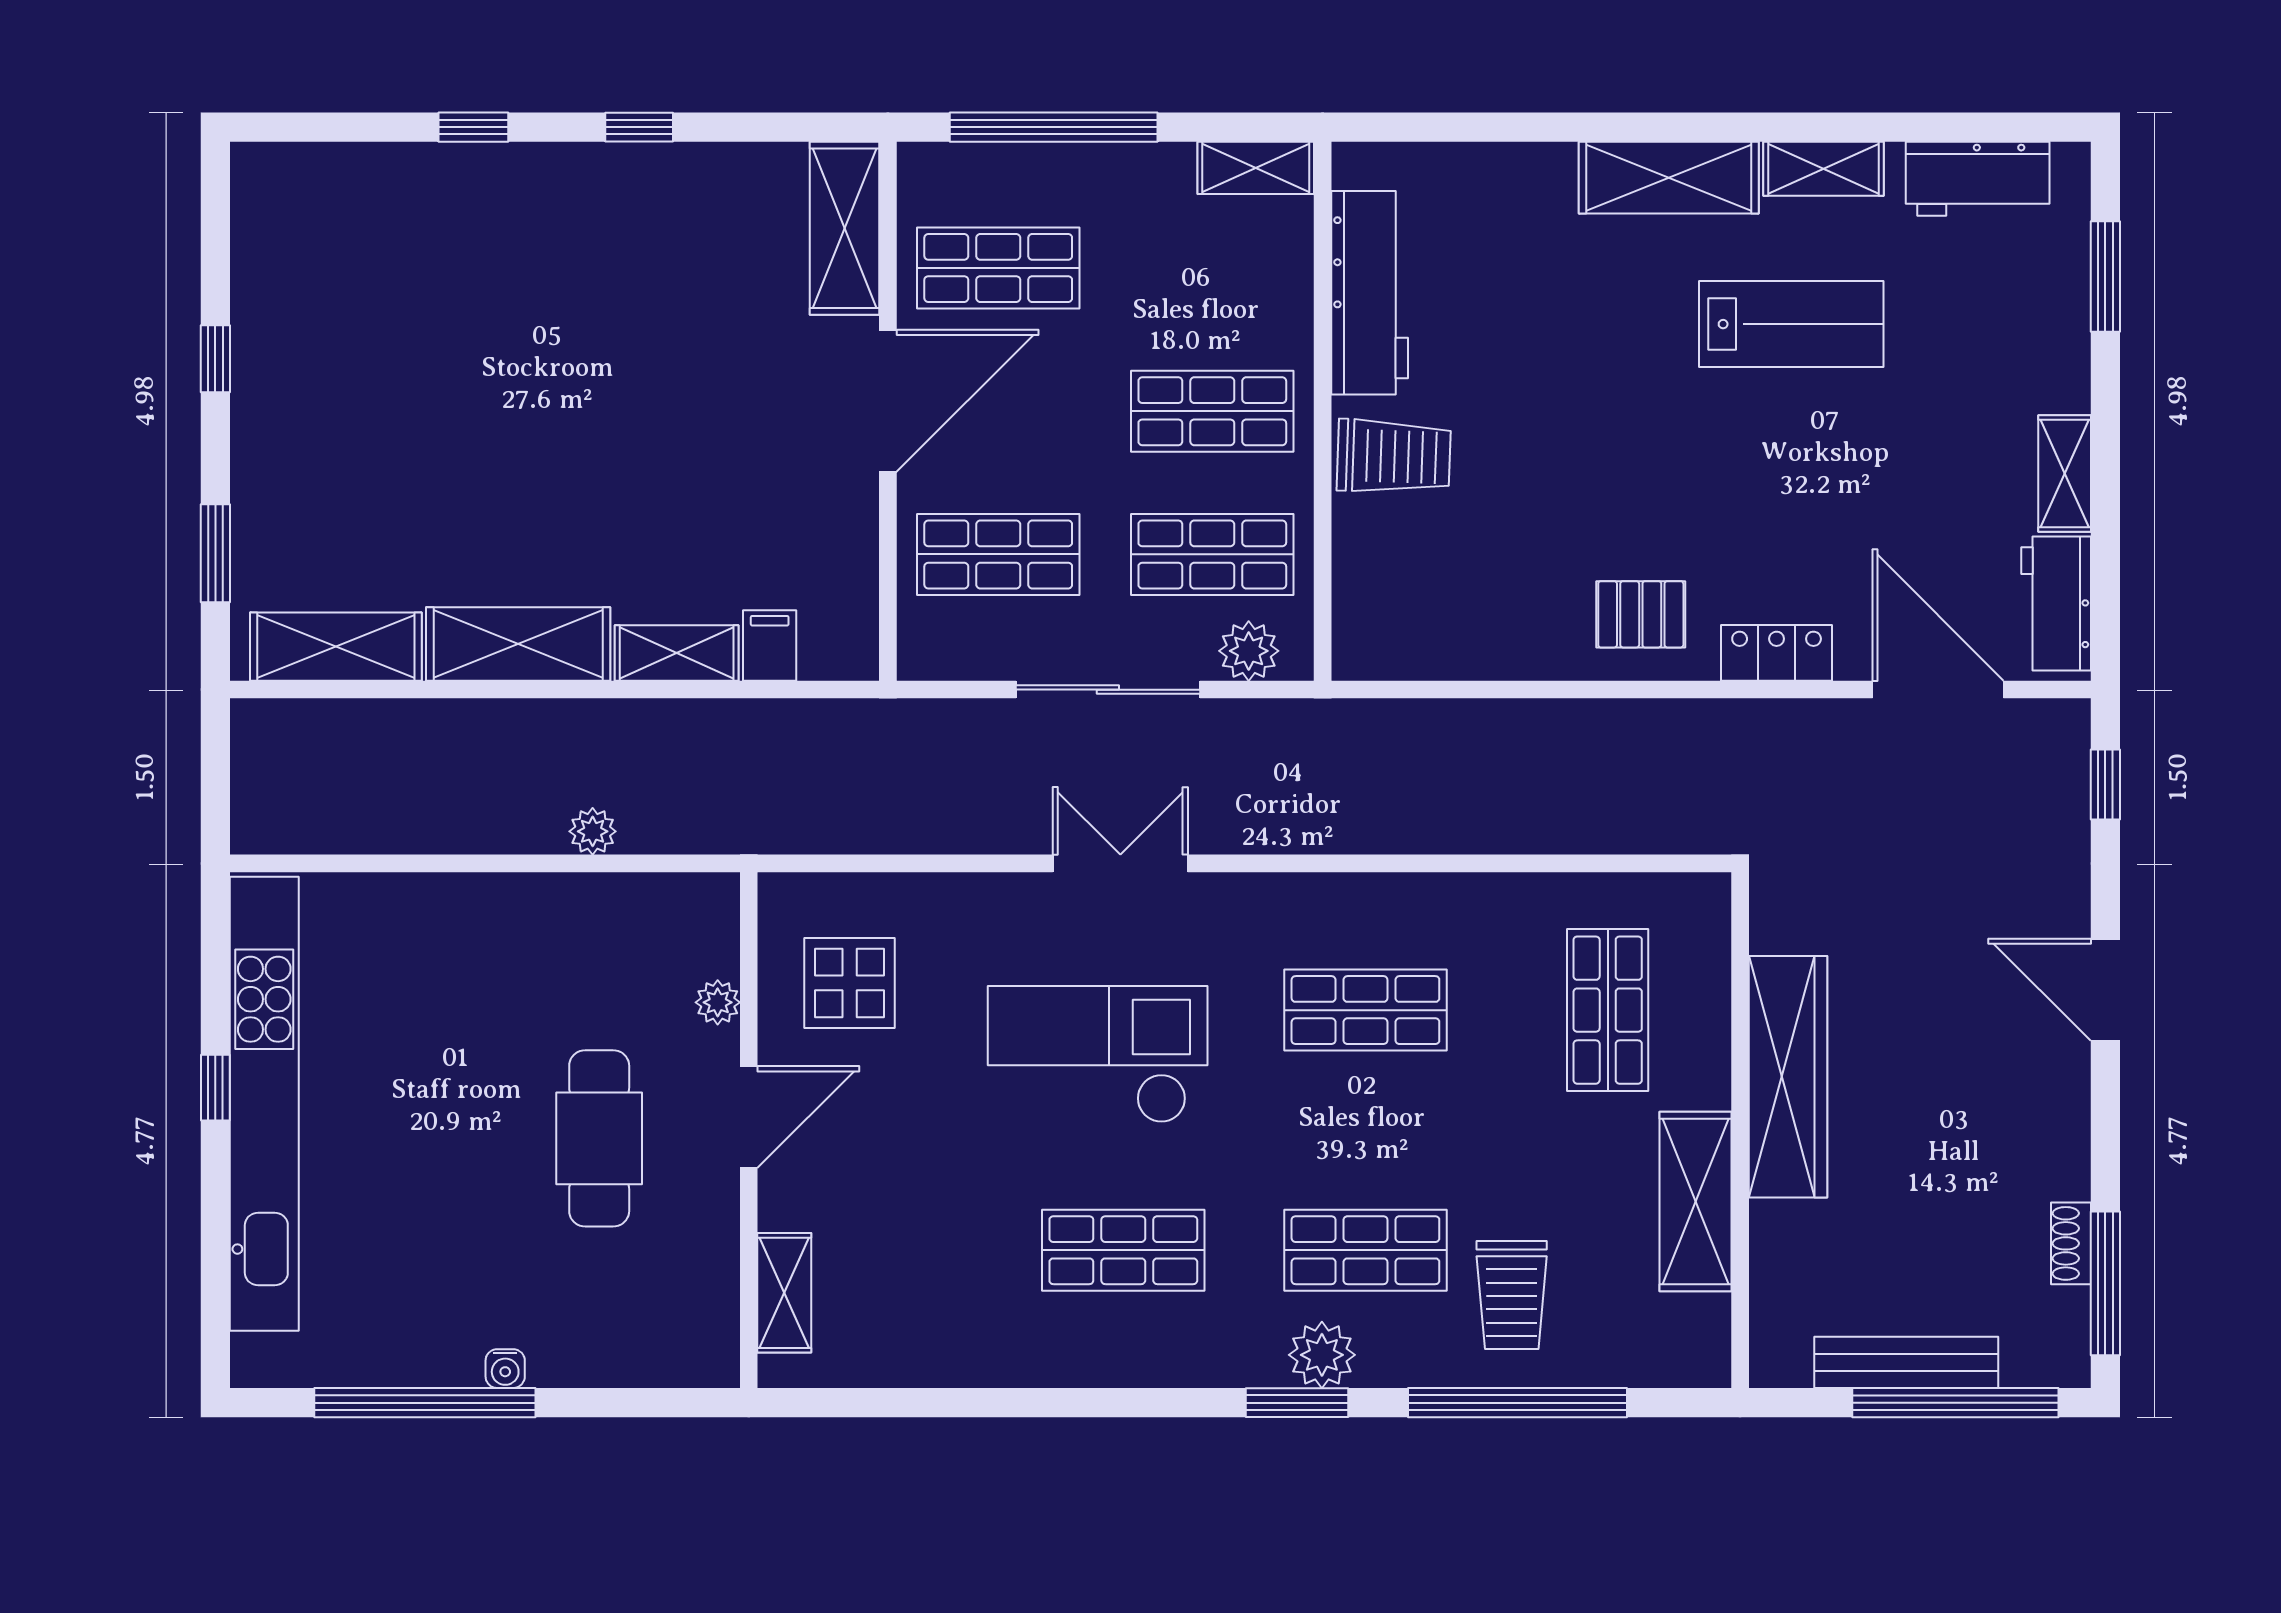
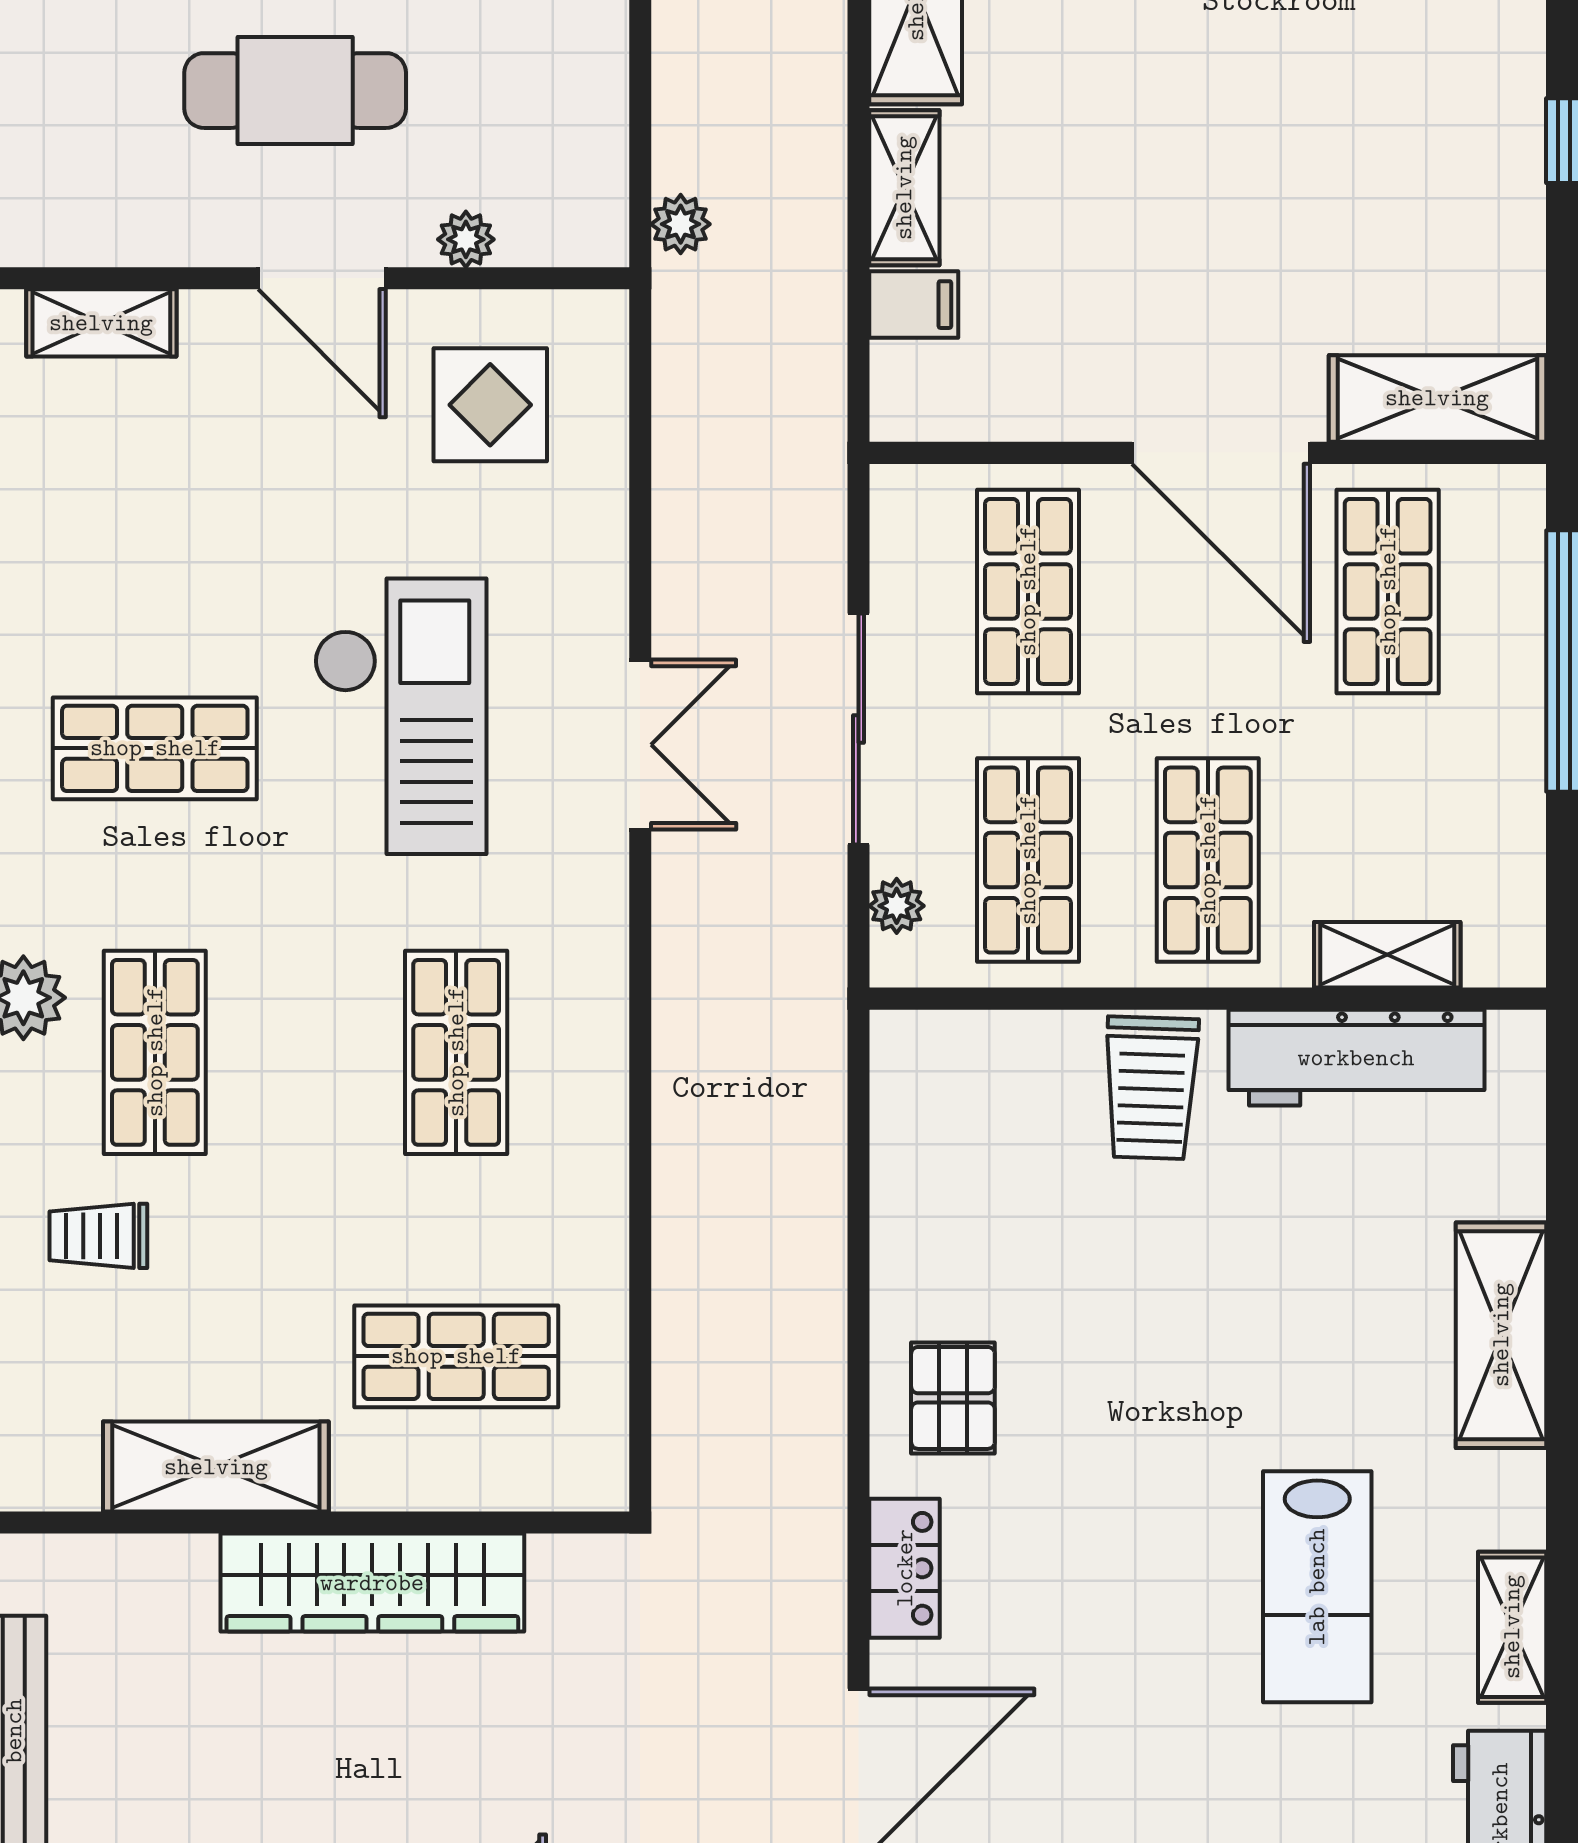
shelving: (1256, 168) -> (1387, 955), moved, turned 90
shelving: (1669, 178) -> (1501, 1335), moved
plant: (1249, 651) -> (897, 906), width x0.73, depth x0.73
plant: (593, 831) -> (681, 224), moved
shop shelf: (1123, 1250) -> (155, 748), turned 90
trolley: (1512, 1295) -> (98, 1236), width x0.73, depth x0.72

